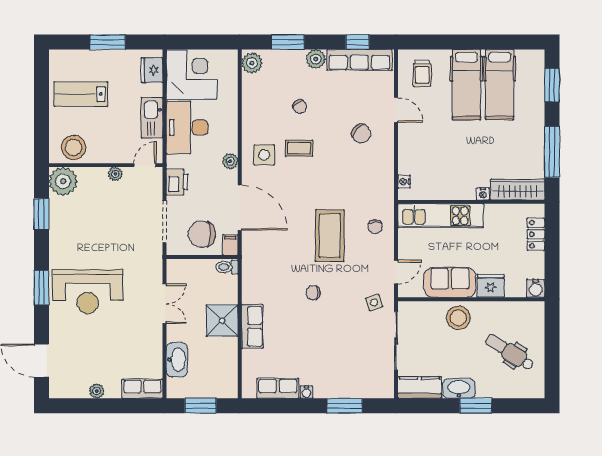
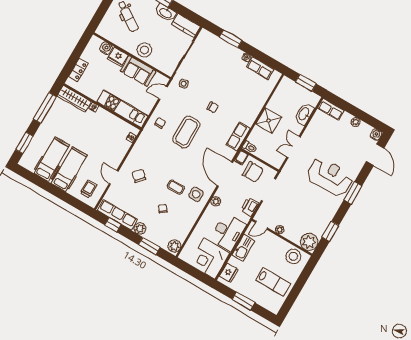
water cooler: (536, 288) -> (106, 48), moved
row of seats: (252, 326) -> (238, 137), moved
water cooler: (57, 390) -> (376, 135), added

